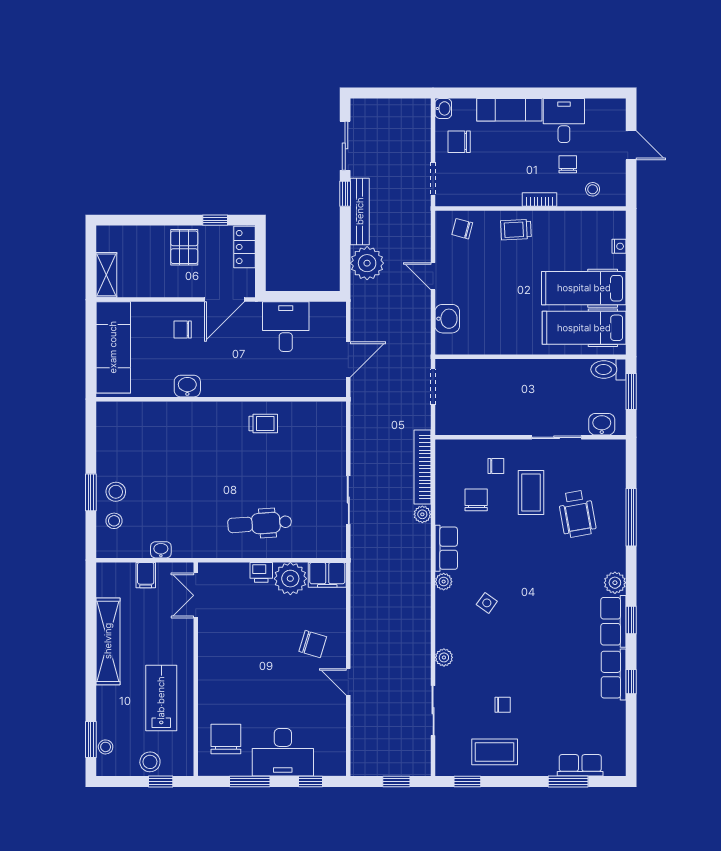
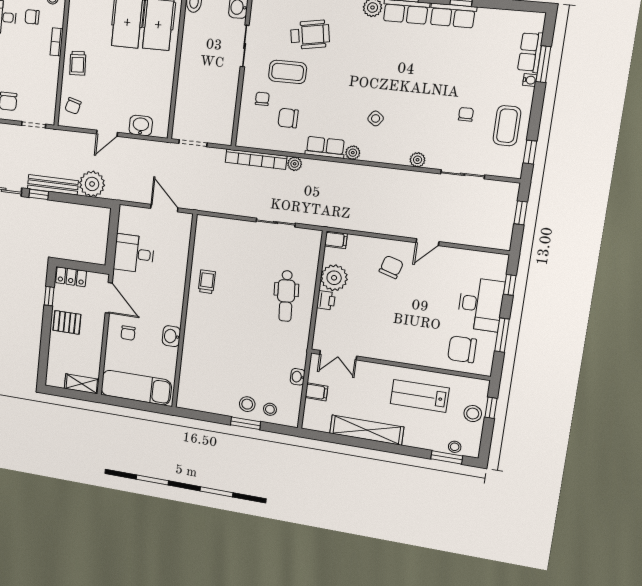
filing cabinet: (327, 575) -> (336, 240), width x0.50
water cooler: (549, 769) -> (530, 80), added

